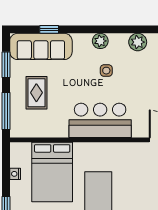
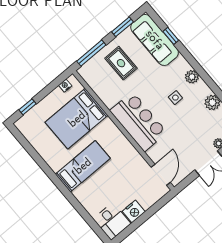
rug: (36, 93) -> (121, 63), turned 90
nightstand: (15, 174) -> (65, 86), moved

